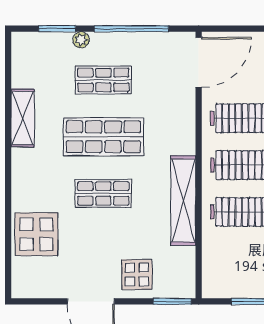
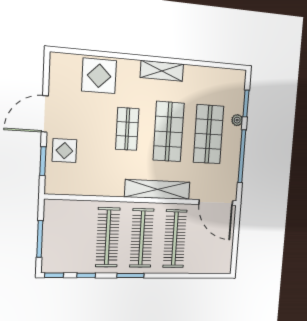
shop shelf: (103, 80) -> (208, 134), width x1.43, depth x1.36
shelving: (23, 118) -> (162, 71), moved
shelving: (183, 200) -> (157, 189), moved
window: (172, 301) -> (43, 161), moved

